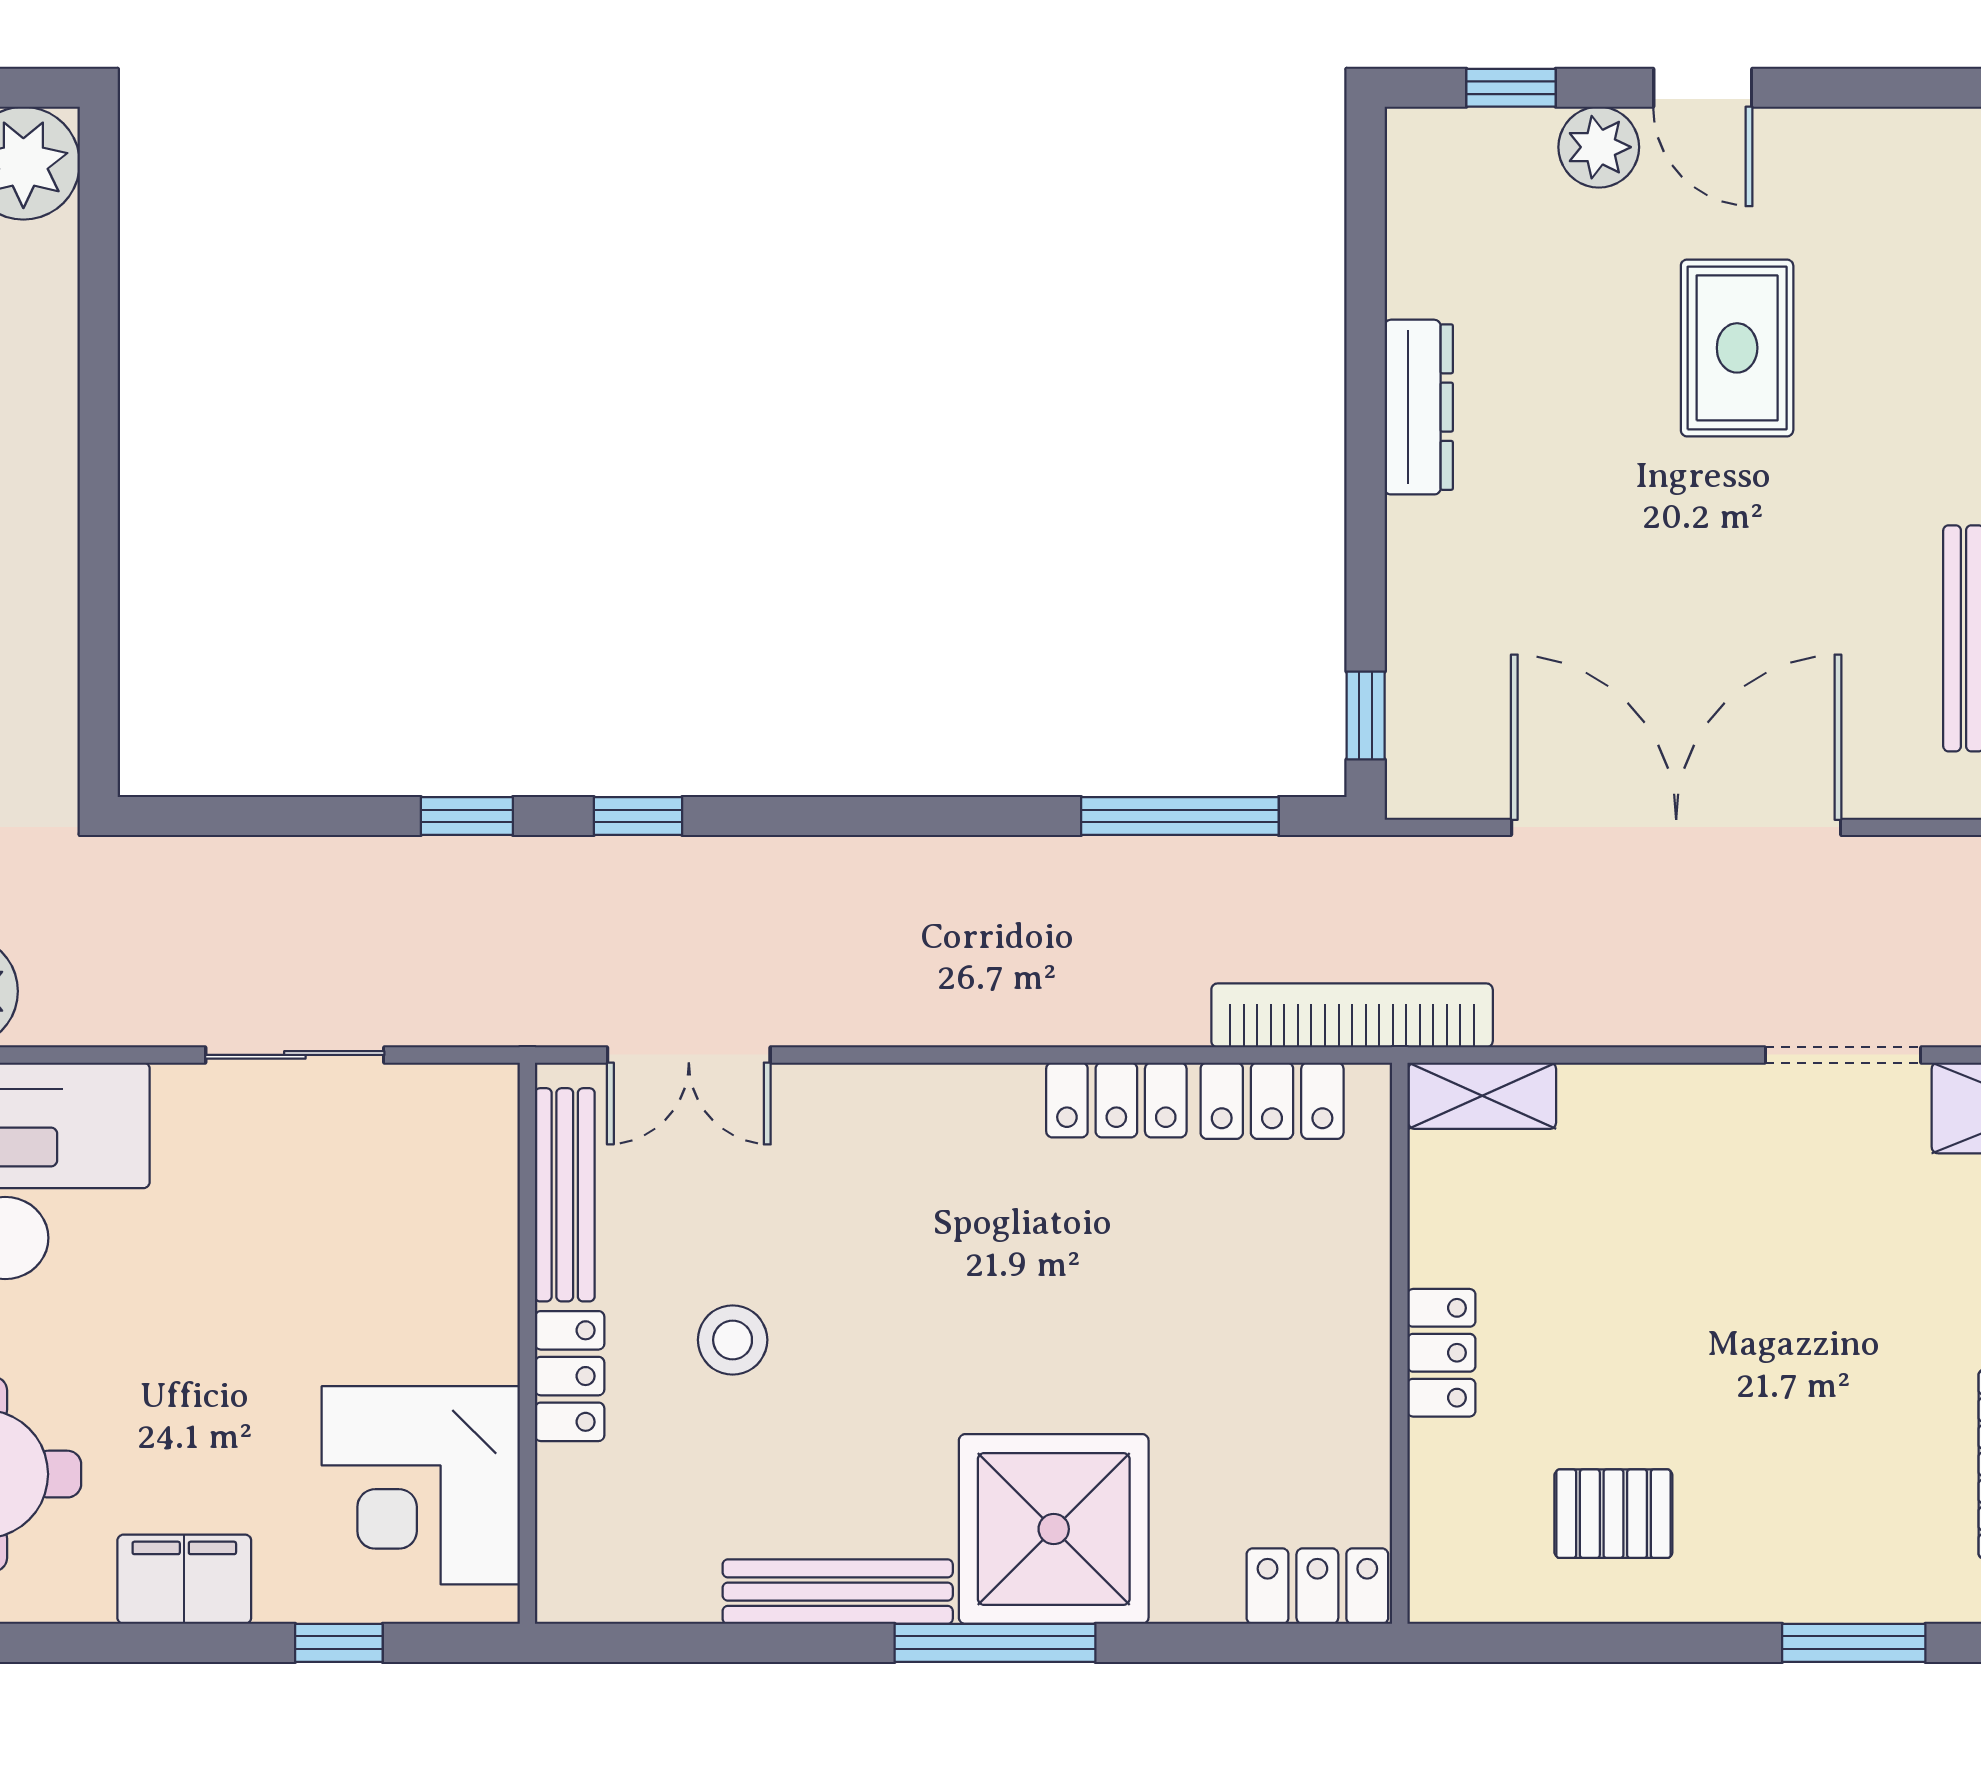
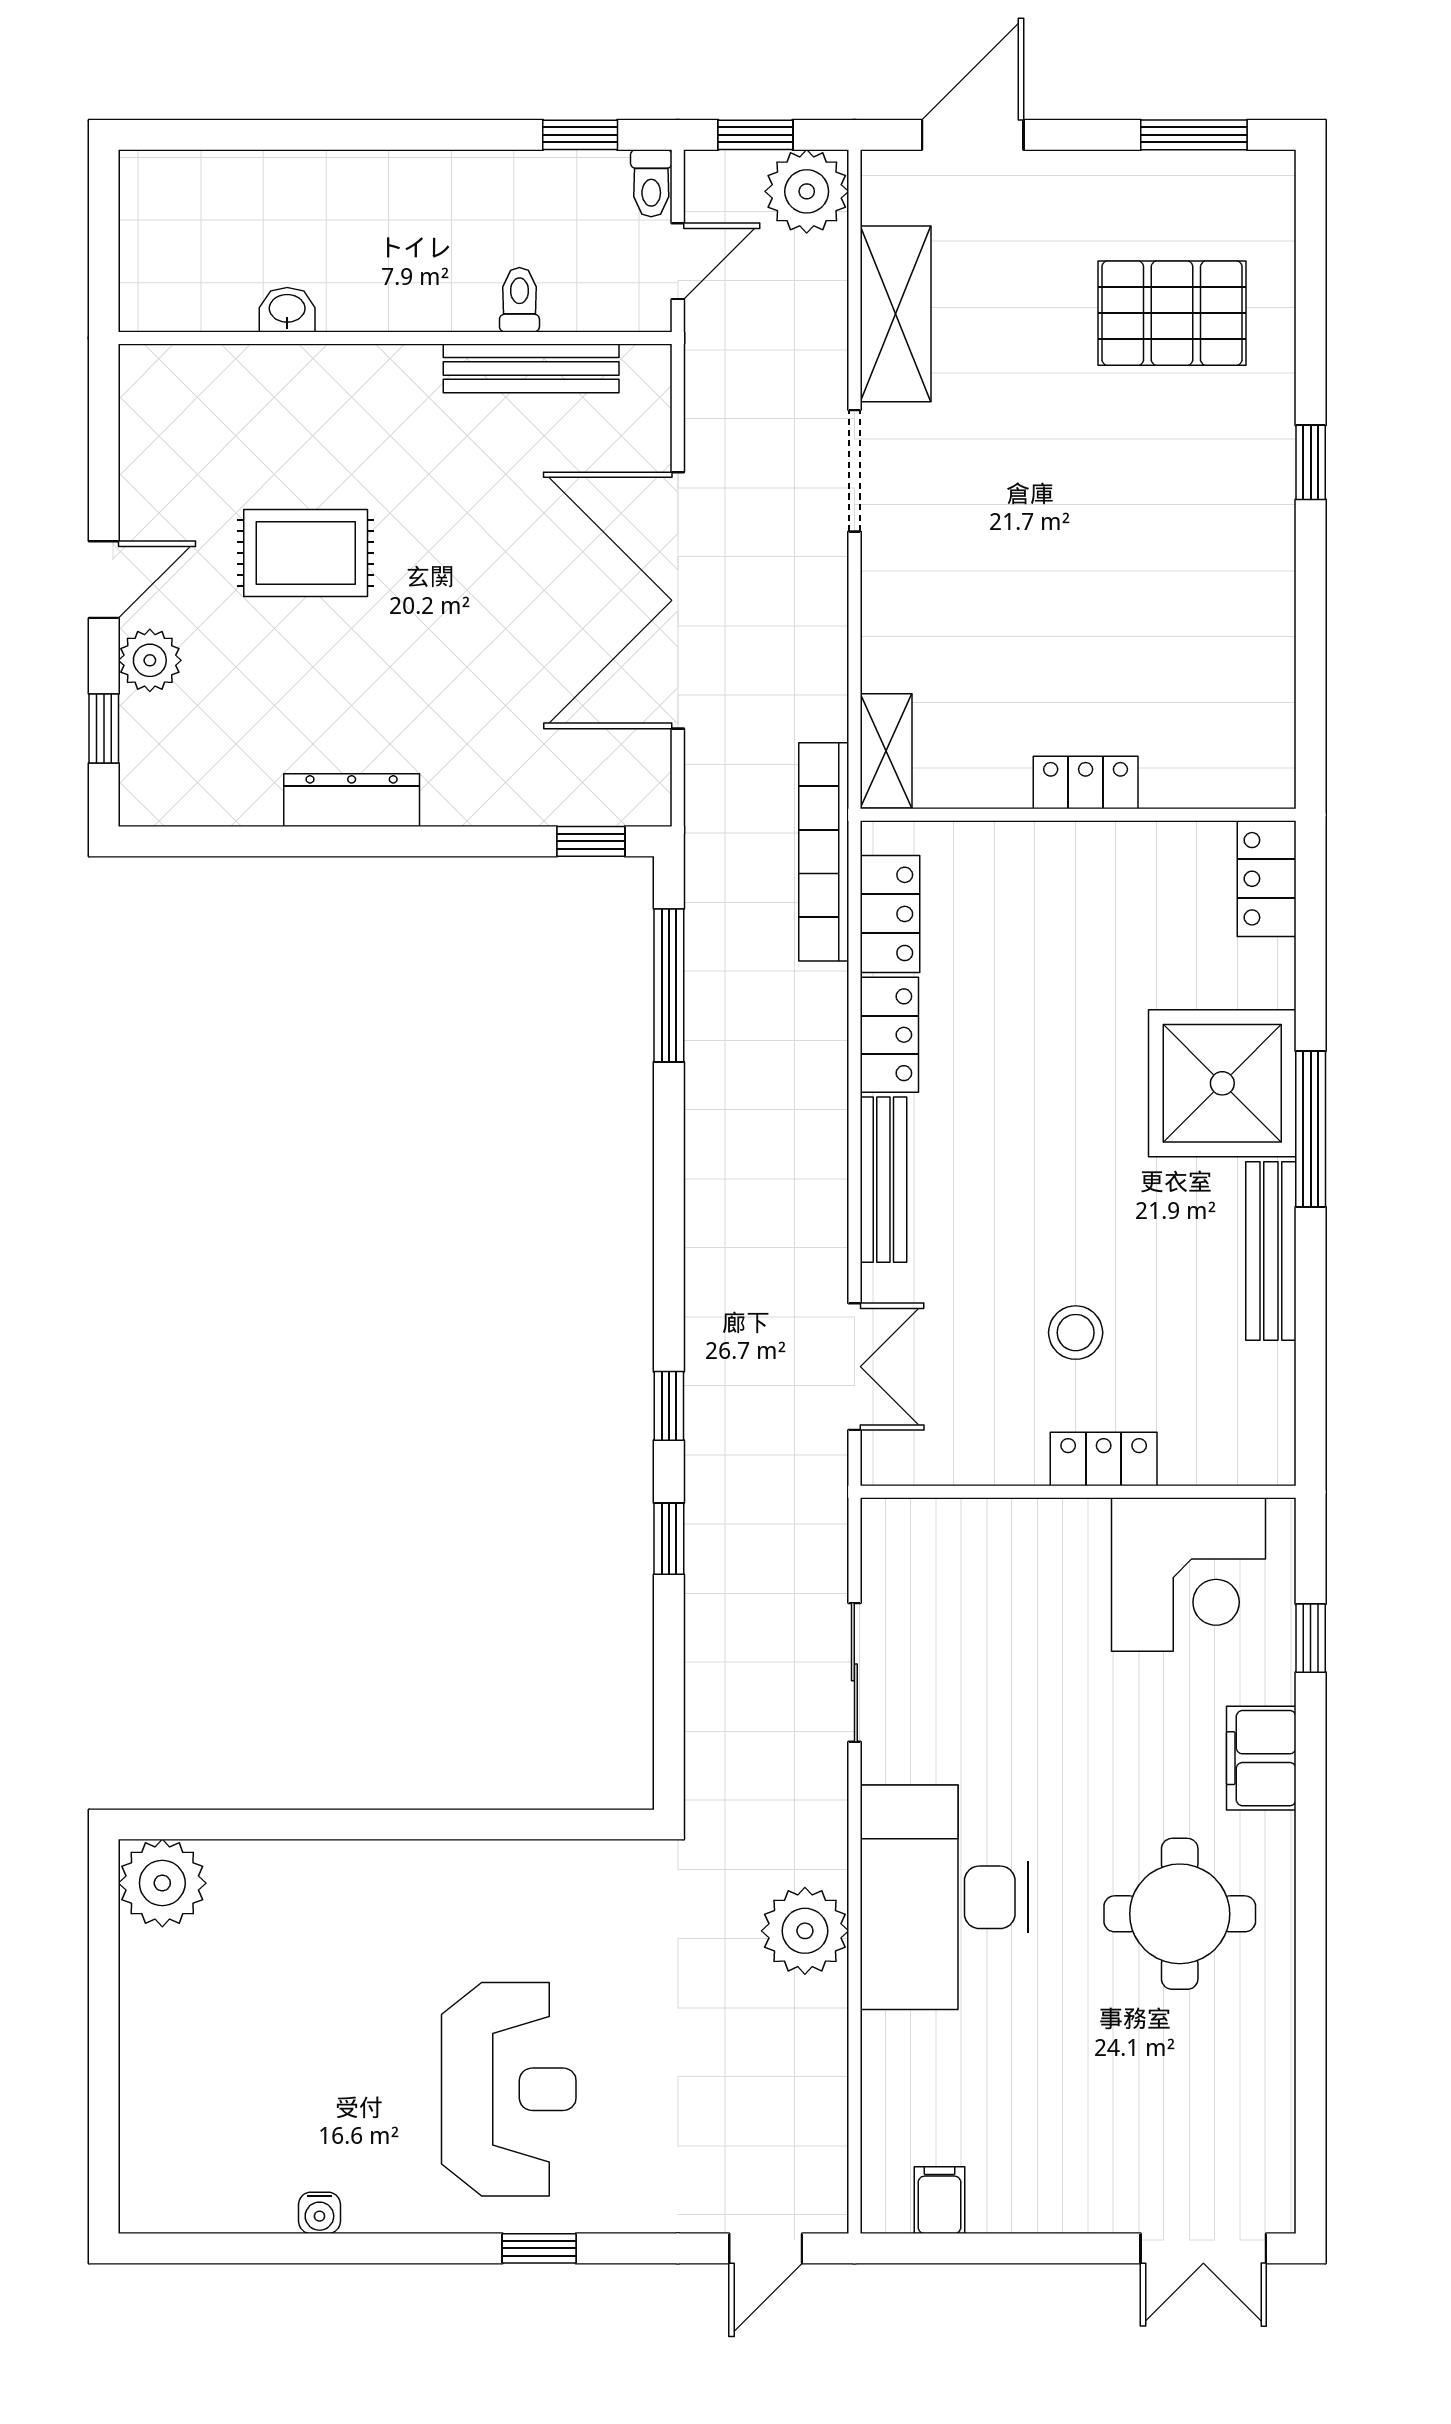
bench: (565, 1195) -> (883, 1180), moved, turned 90
pallet: (1613, 1514) -> (1210, 649), removed
window: (1854, 1643) -> (1311, 462), width x0.67

